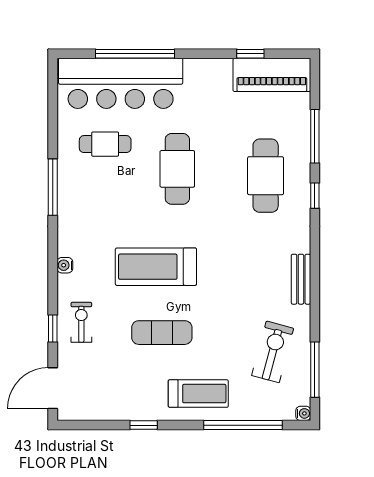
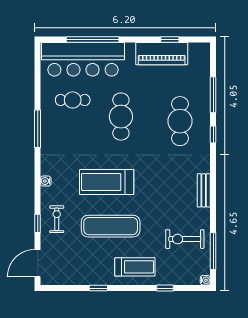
piano: (272, 75) -> (162, 54), moved
exercise mat: (162, 333) -> (111, 226), width x1.36, depth x1.45
exercise bike: (273, 352) -> (185, 239), turned -105
window: (243, 425) -> (165, 288), width x0.32

